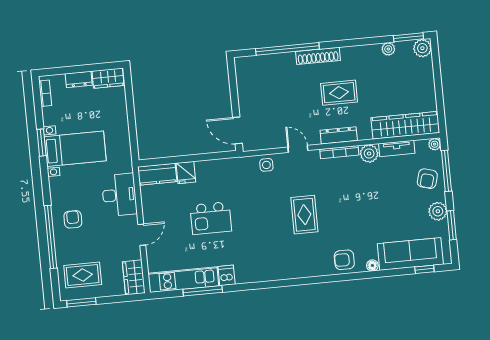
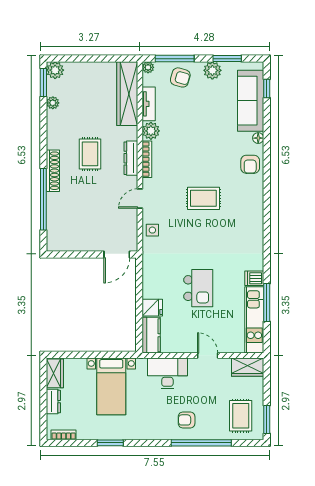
bed with nightstands: (75, 149) -> (111, 386), moved, turned 180

